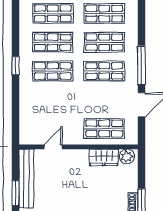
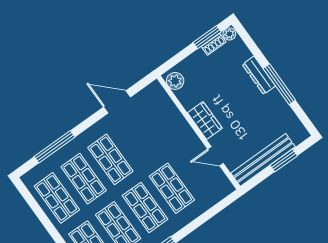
window: (142, 65) -> (55, 147), moved
shop shelf: (104, 128) -> (172, 188), moved
wardrobe: (104, 157) -> (205, 121), moved

